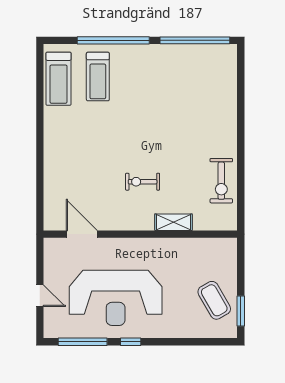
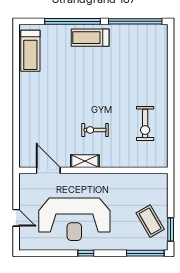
treadmill: (98, 77) -> (90, 38), moved, turned 90
exercise bike: (221, 181) -> (145, 124), moved
shelving: (173, 222) -> (85, 161), moved
window: (83, 342) -> (145, 253), moved

